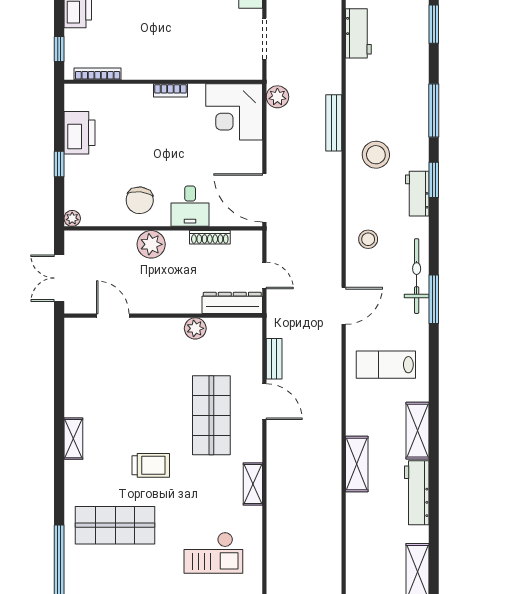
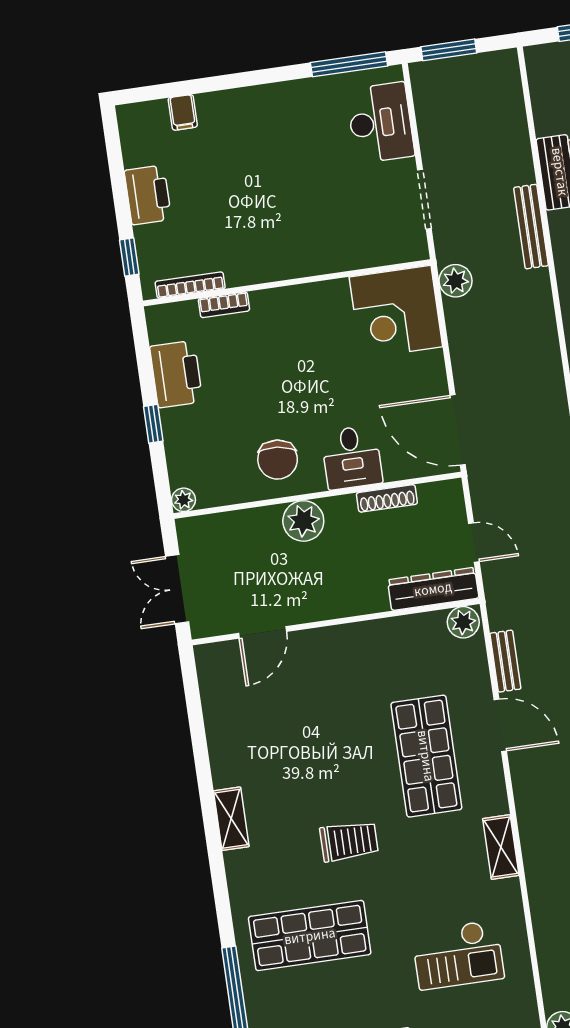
bookcase: (170, 90) -> (224, 305), moved
bench: (334, 123) -> (531, 227), moved
door: (113, 316) -> (263, 632), swing flipped
plant: (195, 328) -> (463, 622), moved

